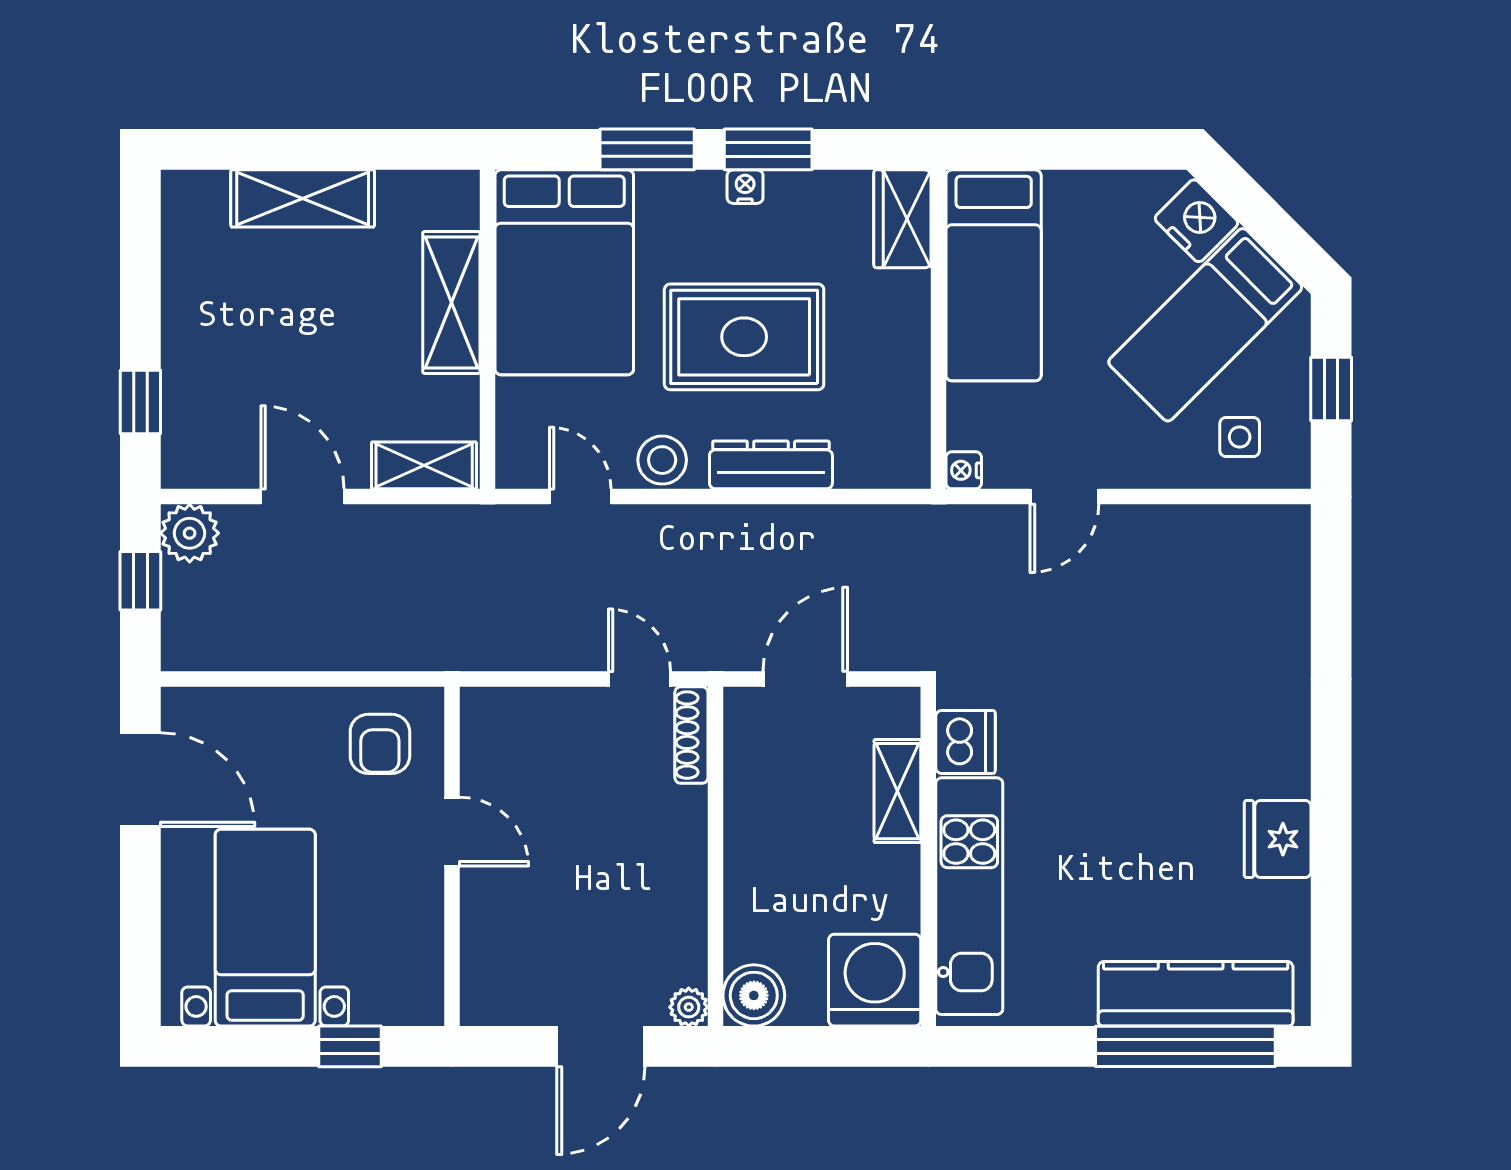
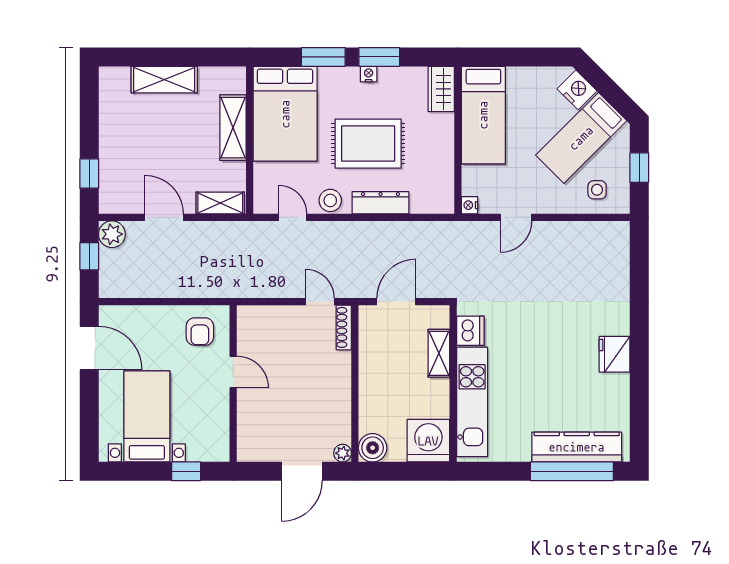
fridge: (1278, 839) -> (615, 354), moved

